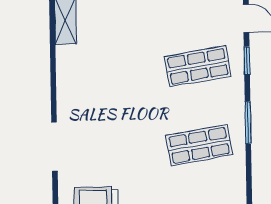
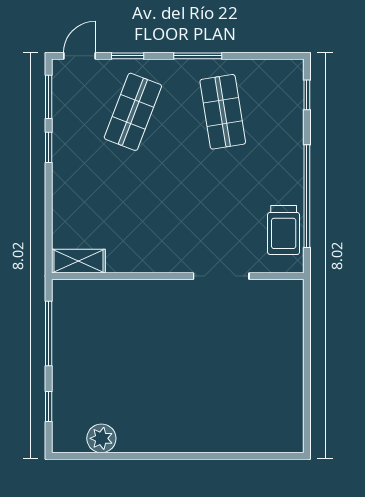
shop shelf: (198, 66) -> (133, 112), turned 30

